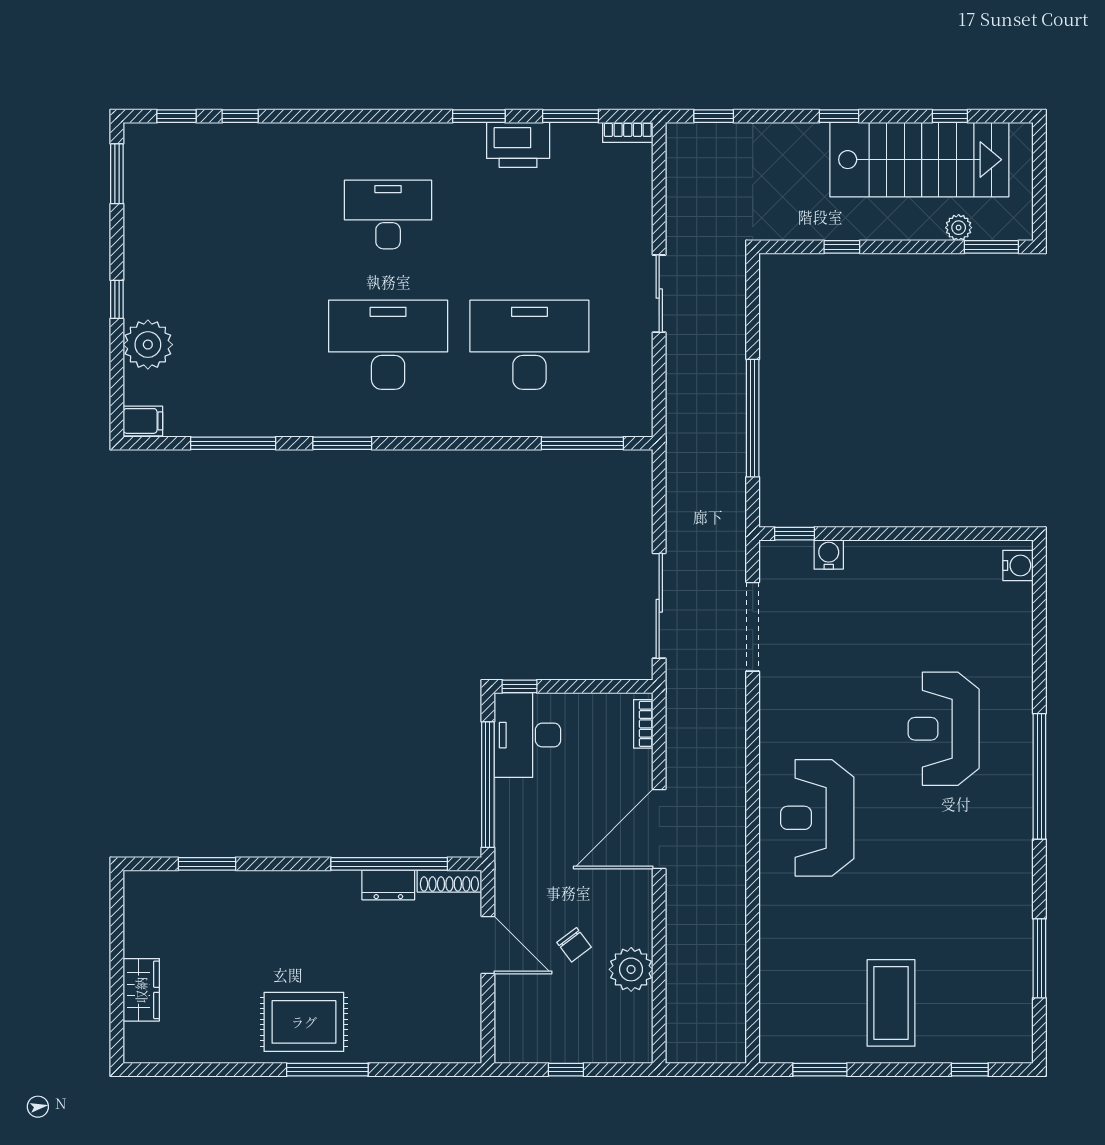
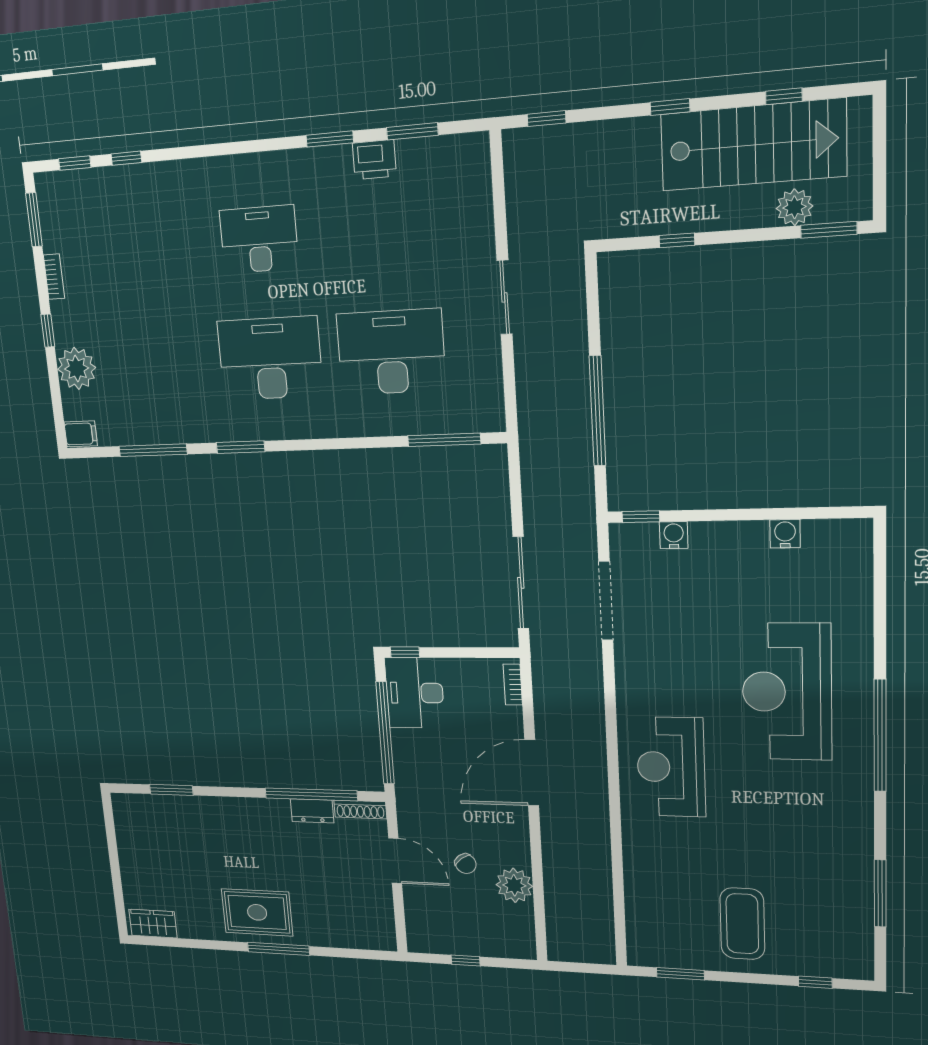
bookcase: (628, 132) -> (54, 277), moved, turned -90
printer: (518, 145) -> (374, 160), width x0.73, depth x0.84
plant: (959, 228) -> (795, 207), width x1.38, depth x1.38
water cooler: (1018, 565) -> (785, 534), moved, turned -90
reception desk: (944, 729) -> (787, 692), width x1.36, depth x1.30
wardrobe: (141, 990) -> (153, 924), moved, turned -90

